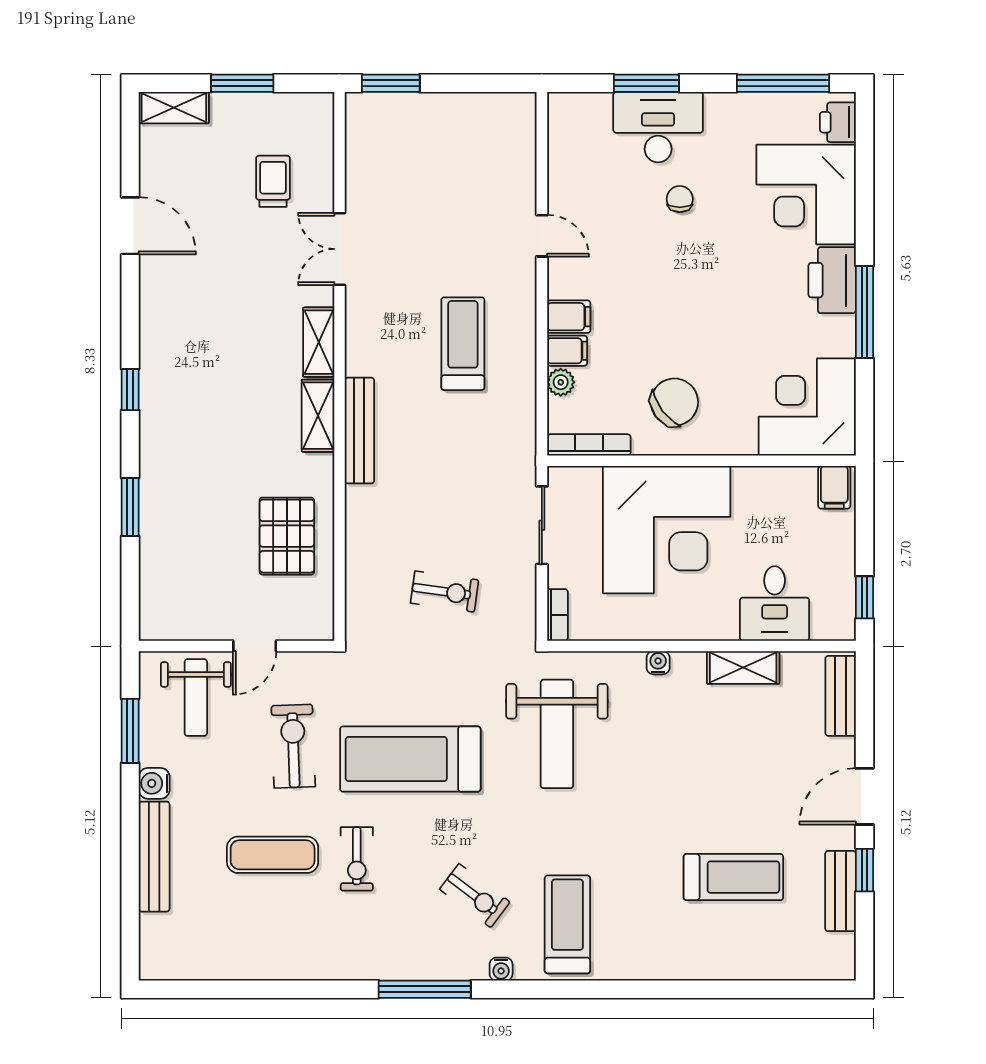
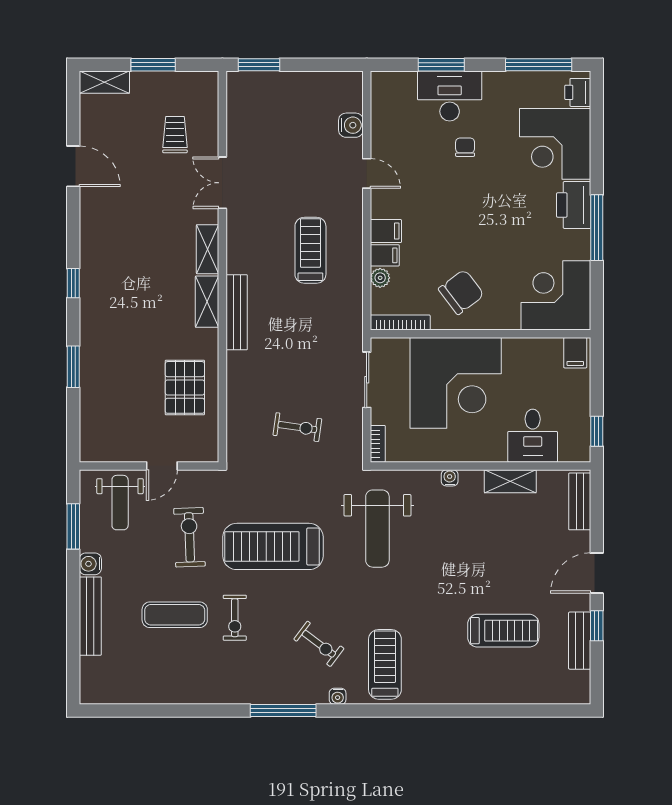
water cooler: (520, 168) -> (351, 125), added

